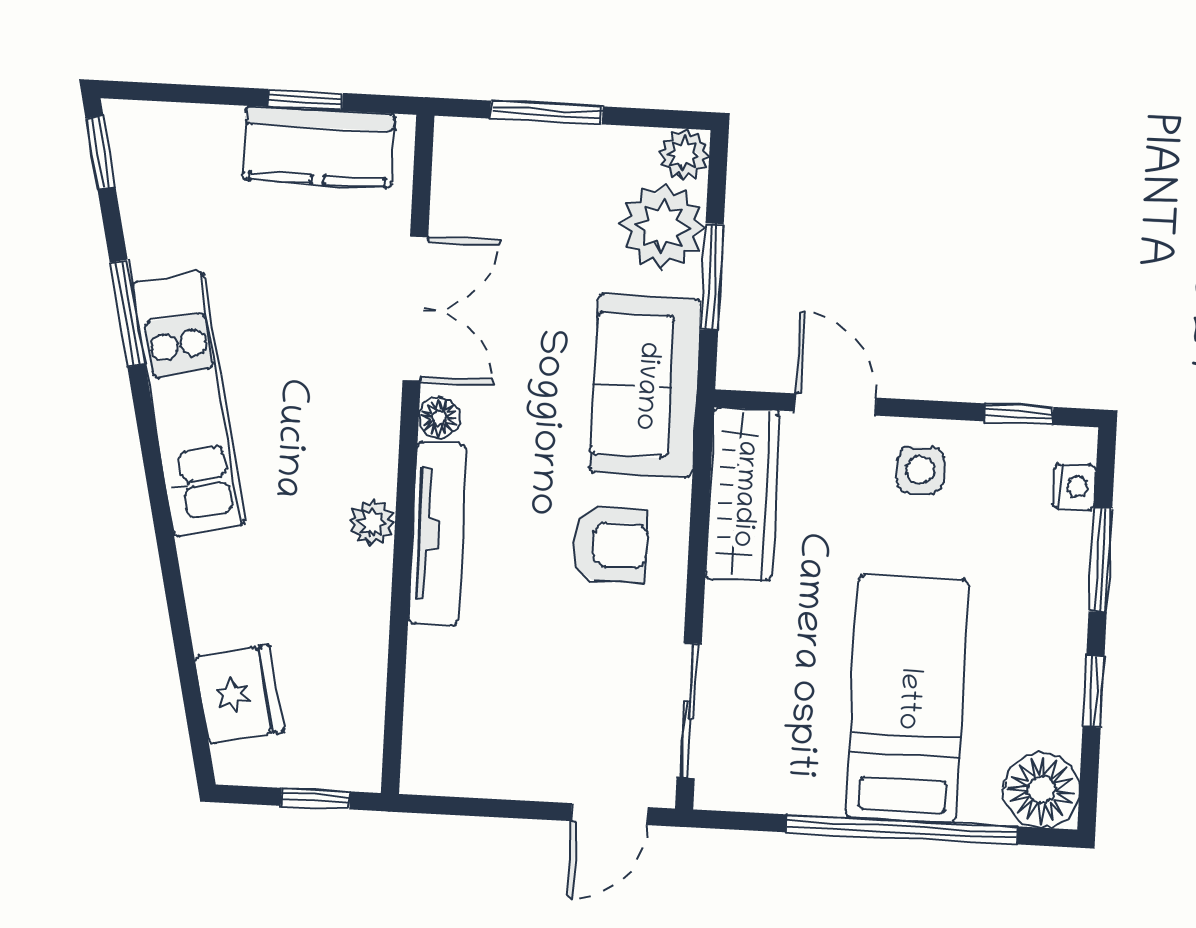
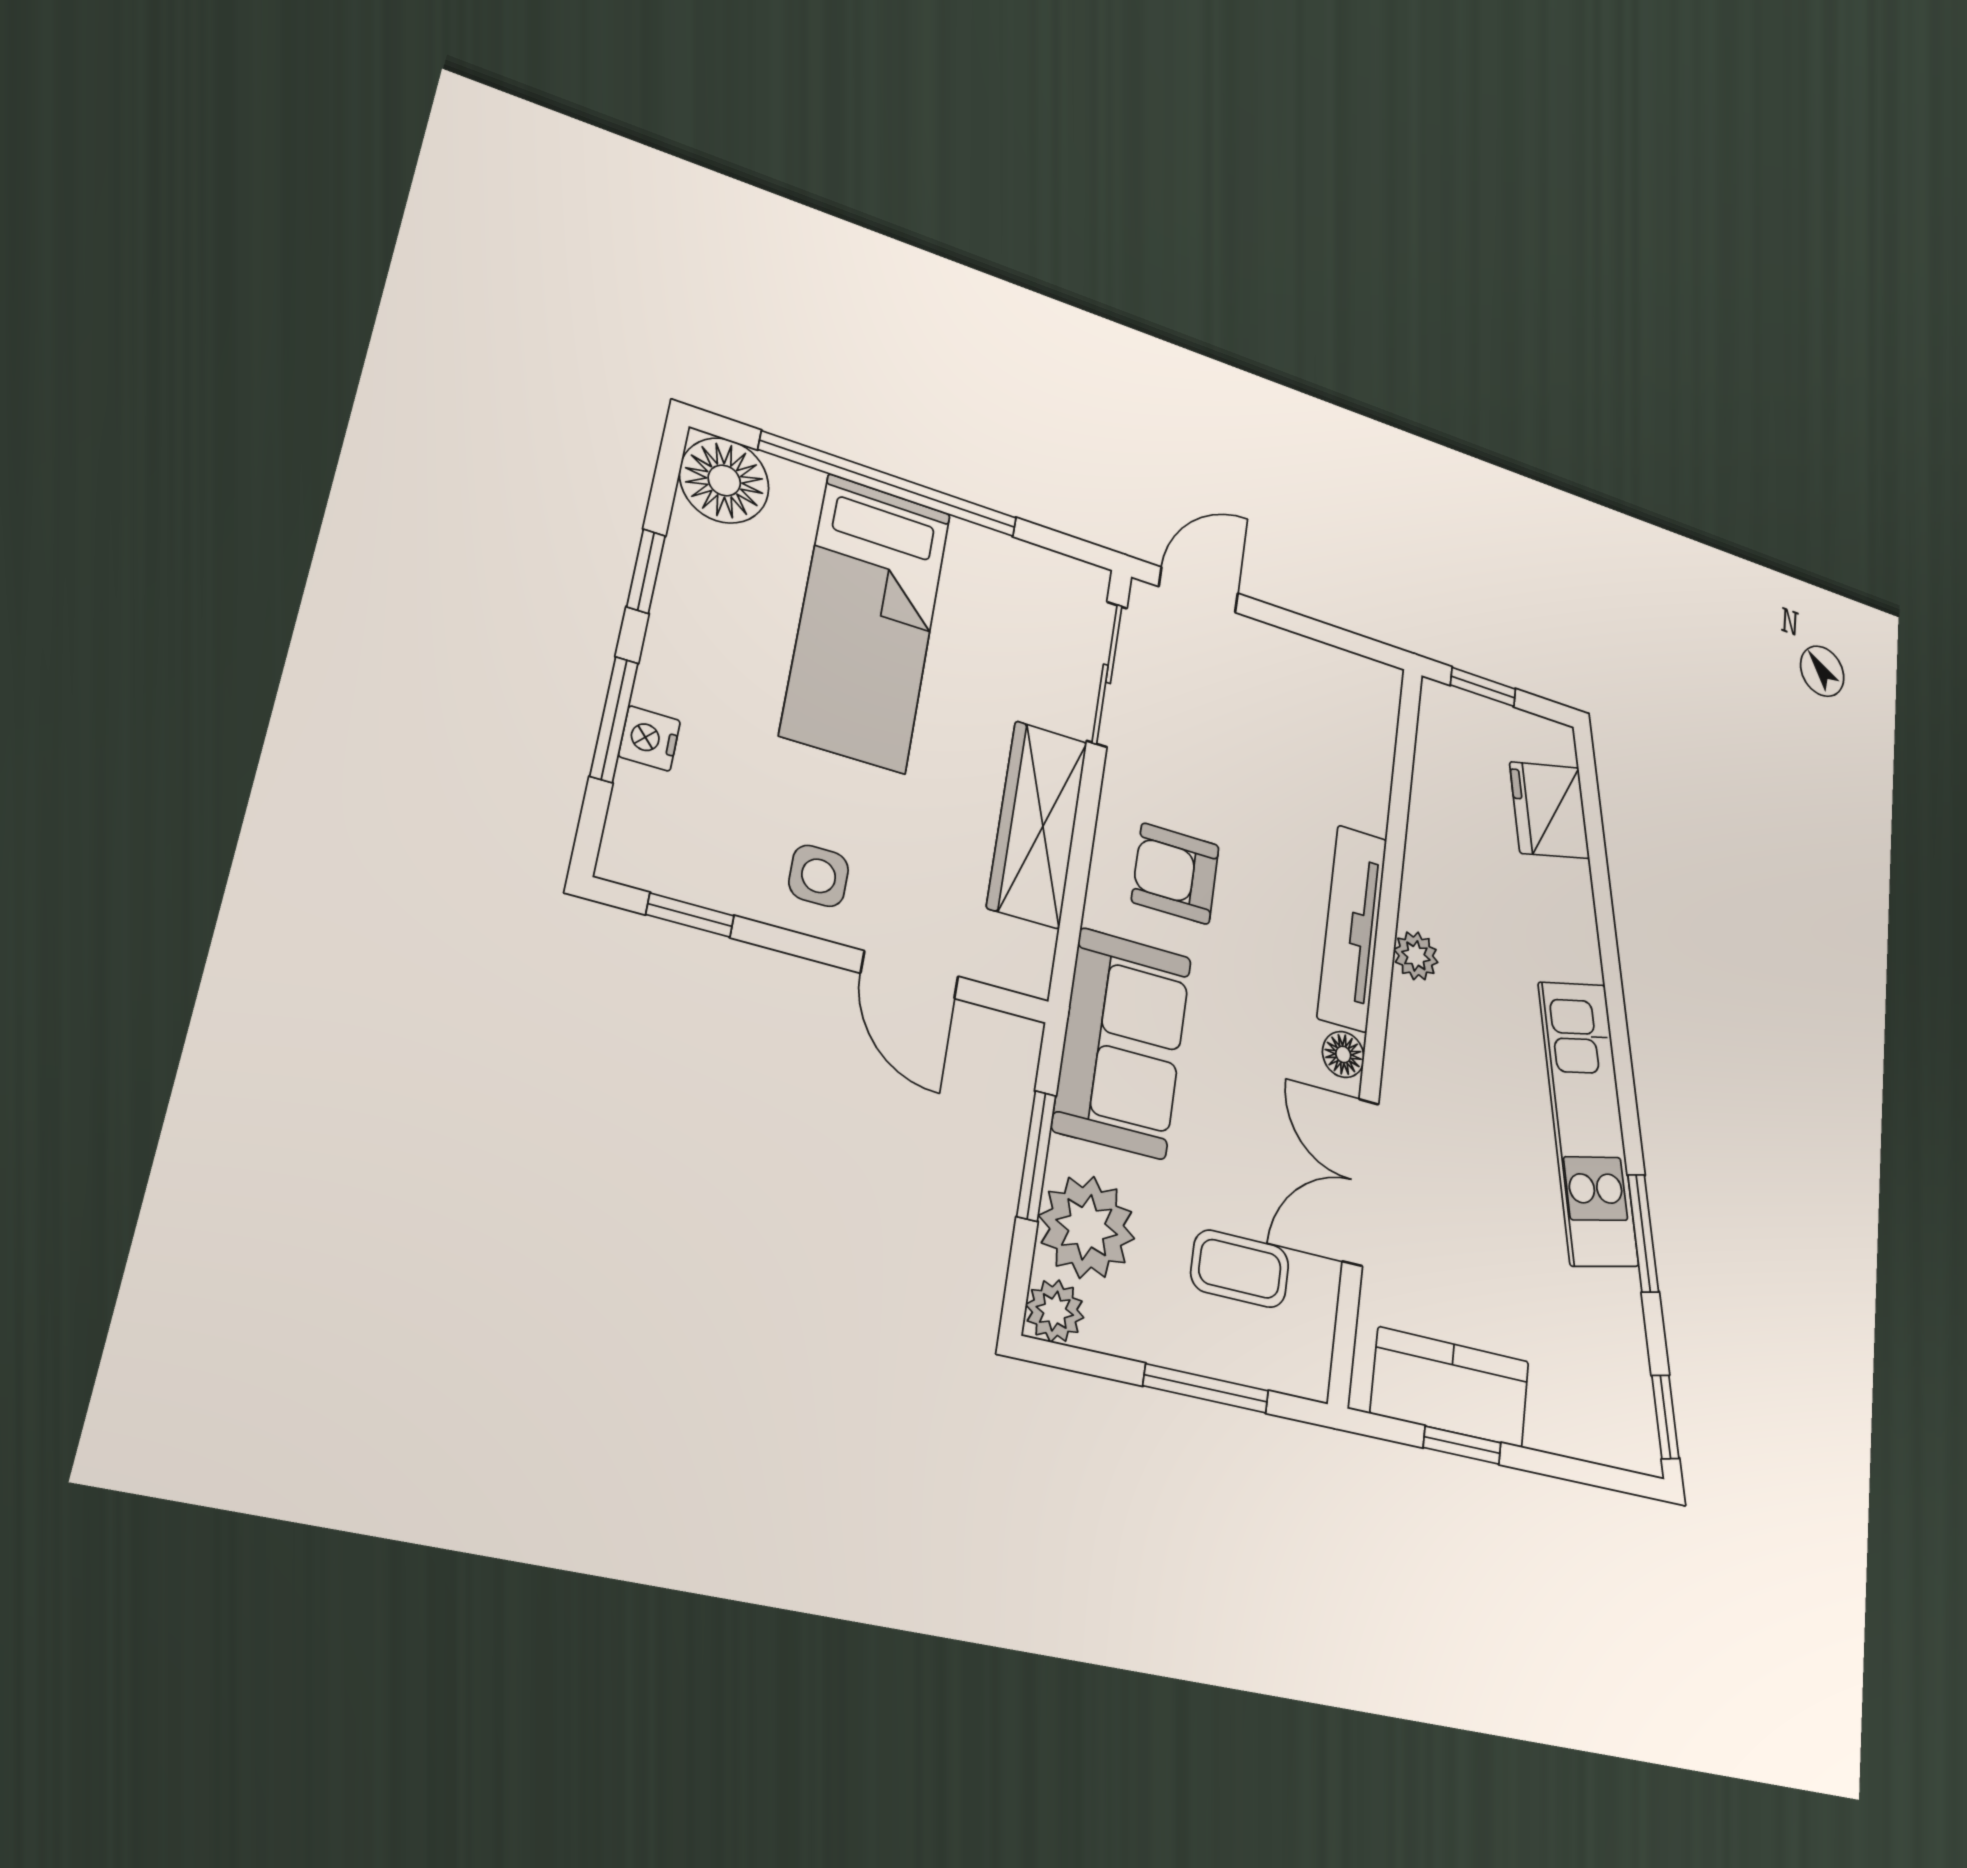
coffee table: (523, 215) -> (1240, 1269), added
nightstand: (1074, 487) -> (649, 738), moved
wardrobe: (743, 494) -> (1037, 824), moved

